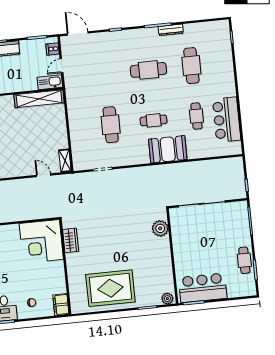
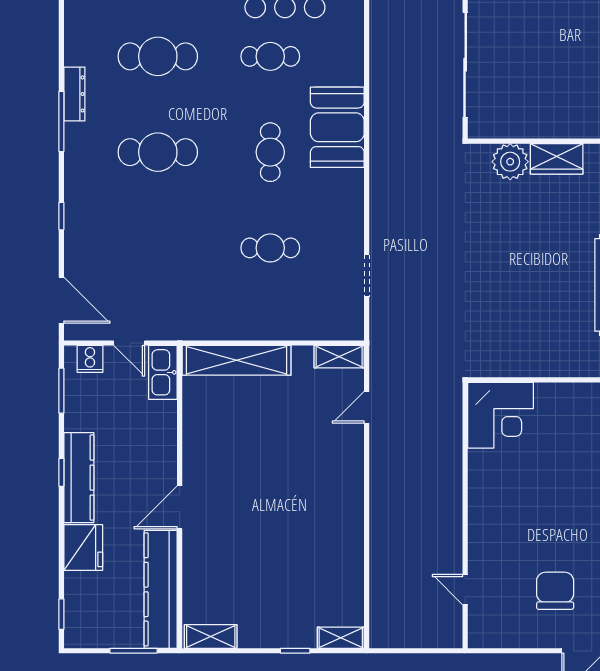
door: (78, 33) -> (61, 300), swing flipped
cafe table: (148, 70) -> (158, 152), turned 90
shelving: (39, 99) -> (236, 360), moved, turned 90
cafe table: (111, 125) -> (270, 248), width x0.73, depth x0.74
wardrobe: (71, 240) -> (557, 159), moved, turned 180
corner desk: (41, 241) -> (501, 415), width x0.74, depth x0.74

